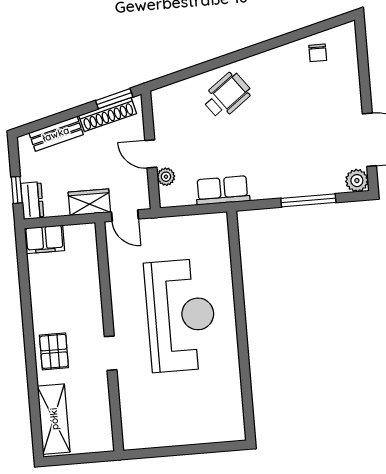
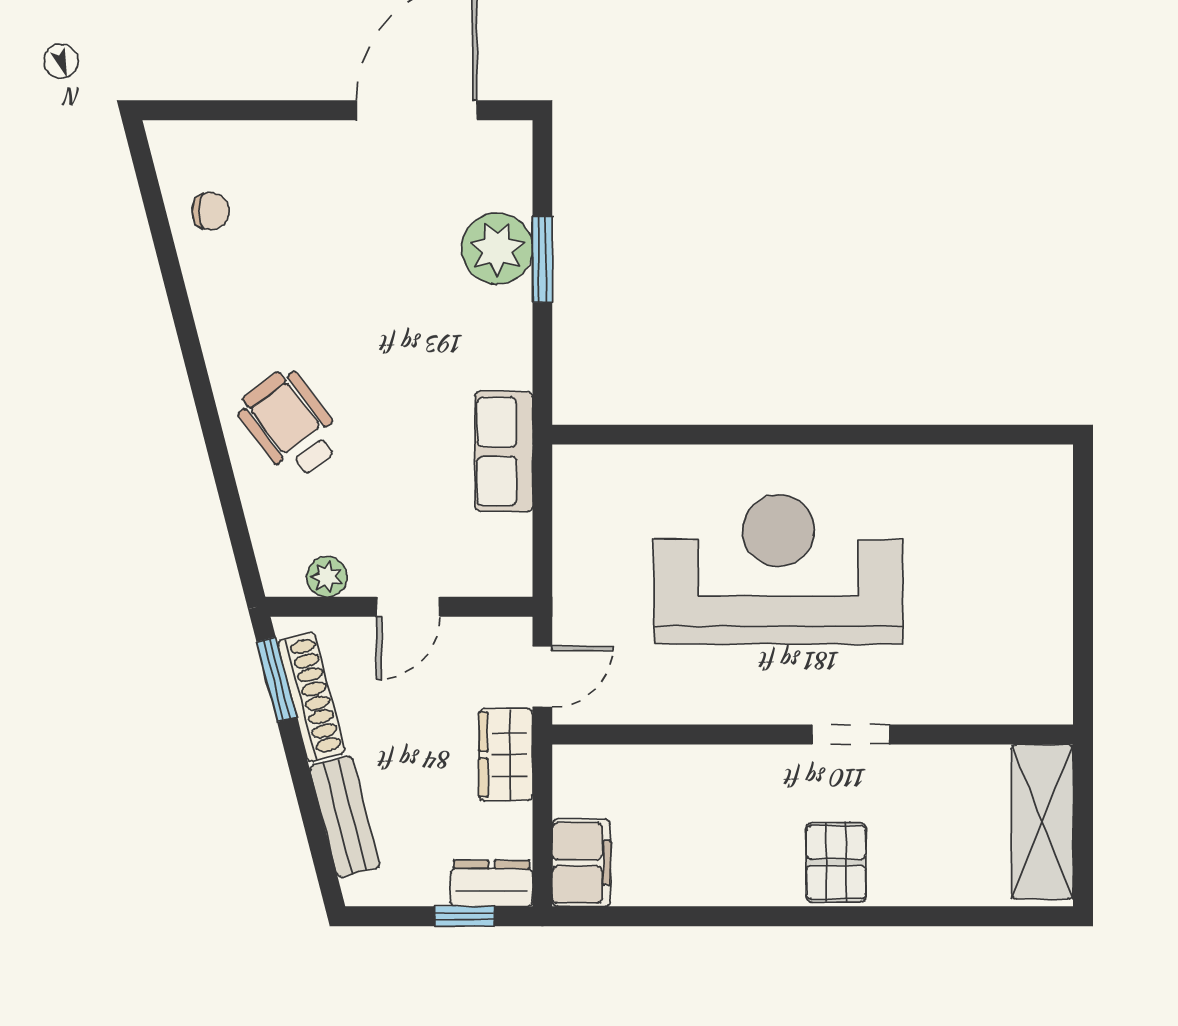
plant: (166, 177) -> (327, 577), moved
plant: (357, 181) -> (497, 249), moved, width x1.36, depth x1.36
window: (308, 200) -> (542, 259), width x0.69
pallet: (54, 351) -> (836, 862), turned 90
shelving: (54, 419) -> (1042, 822), moved, turned 90

